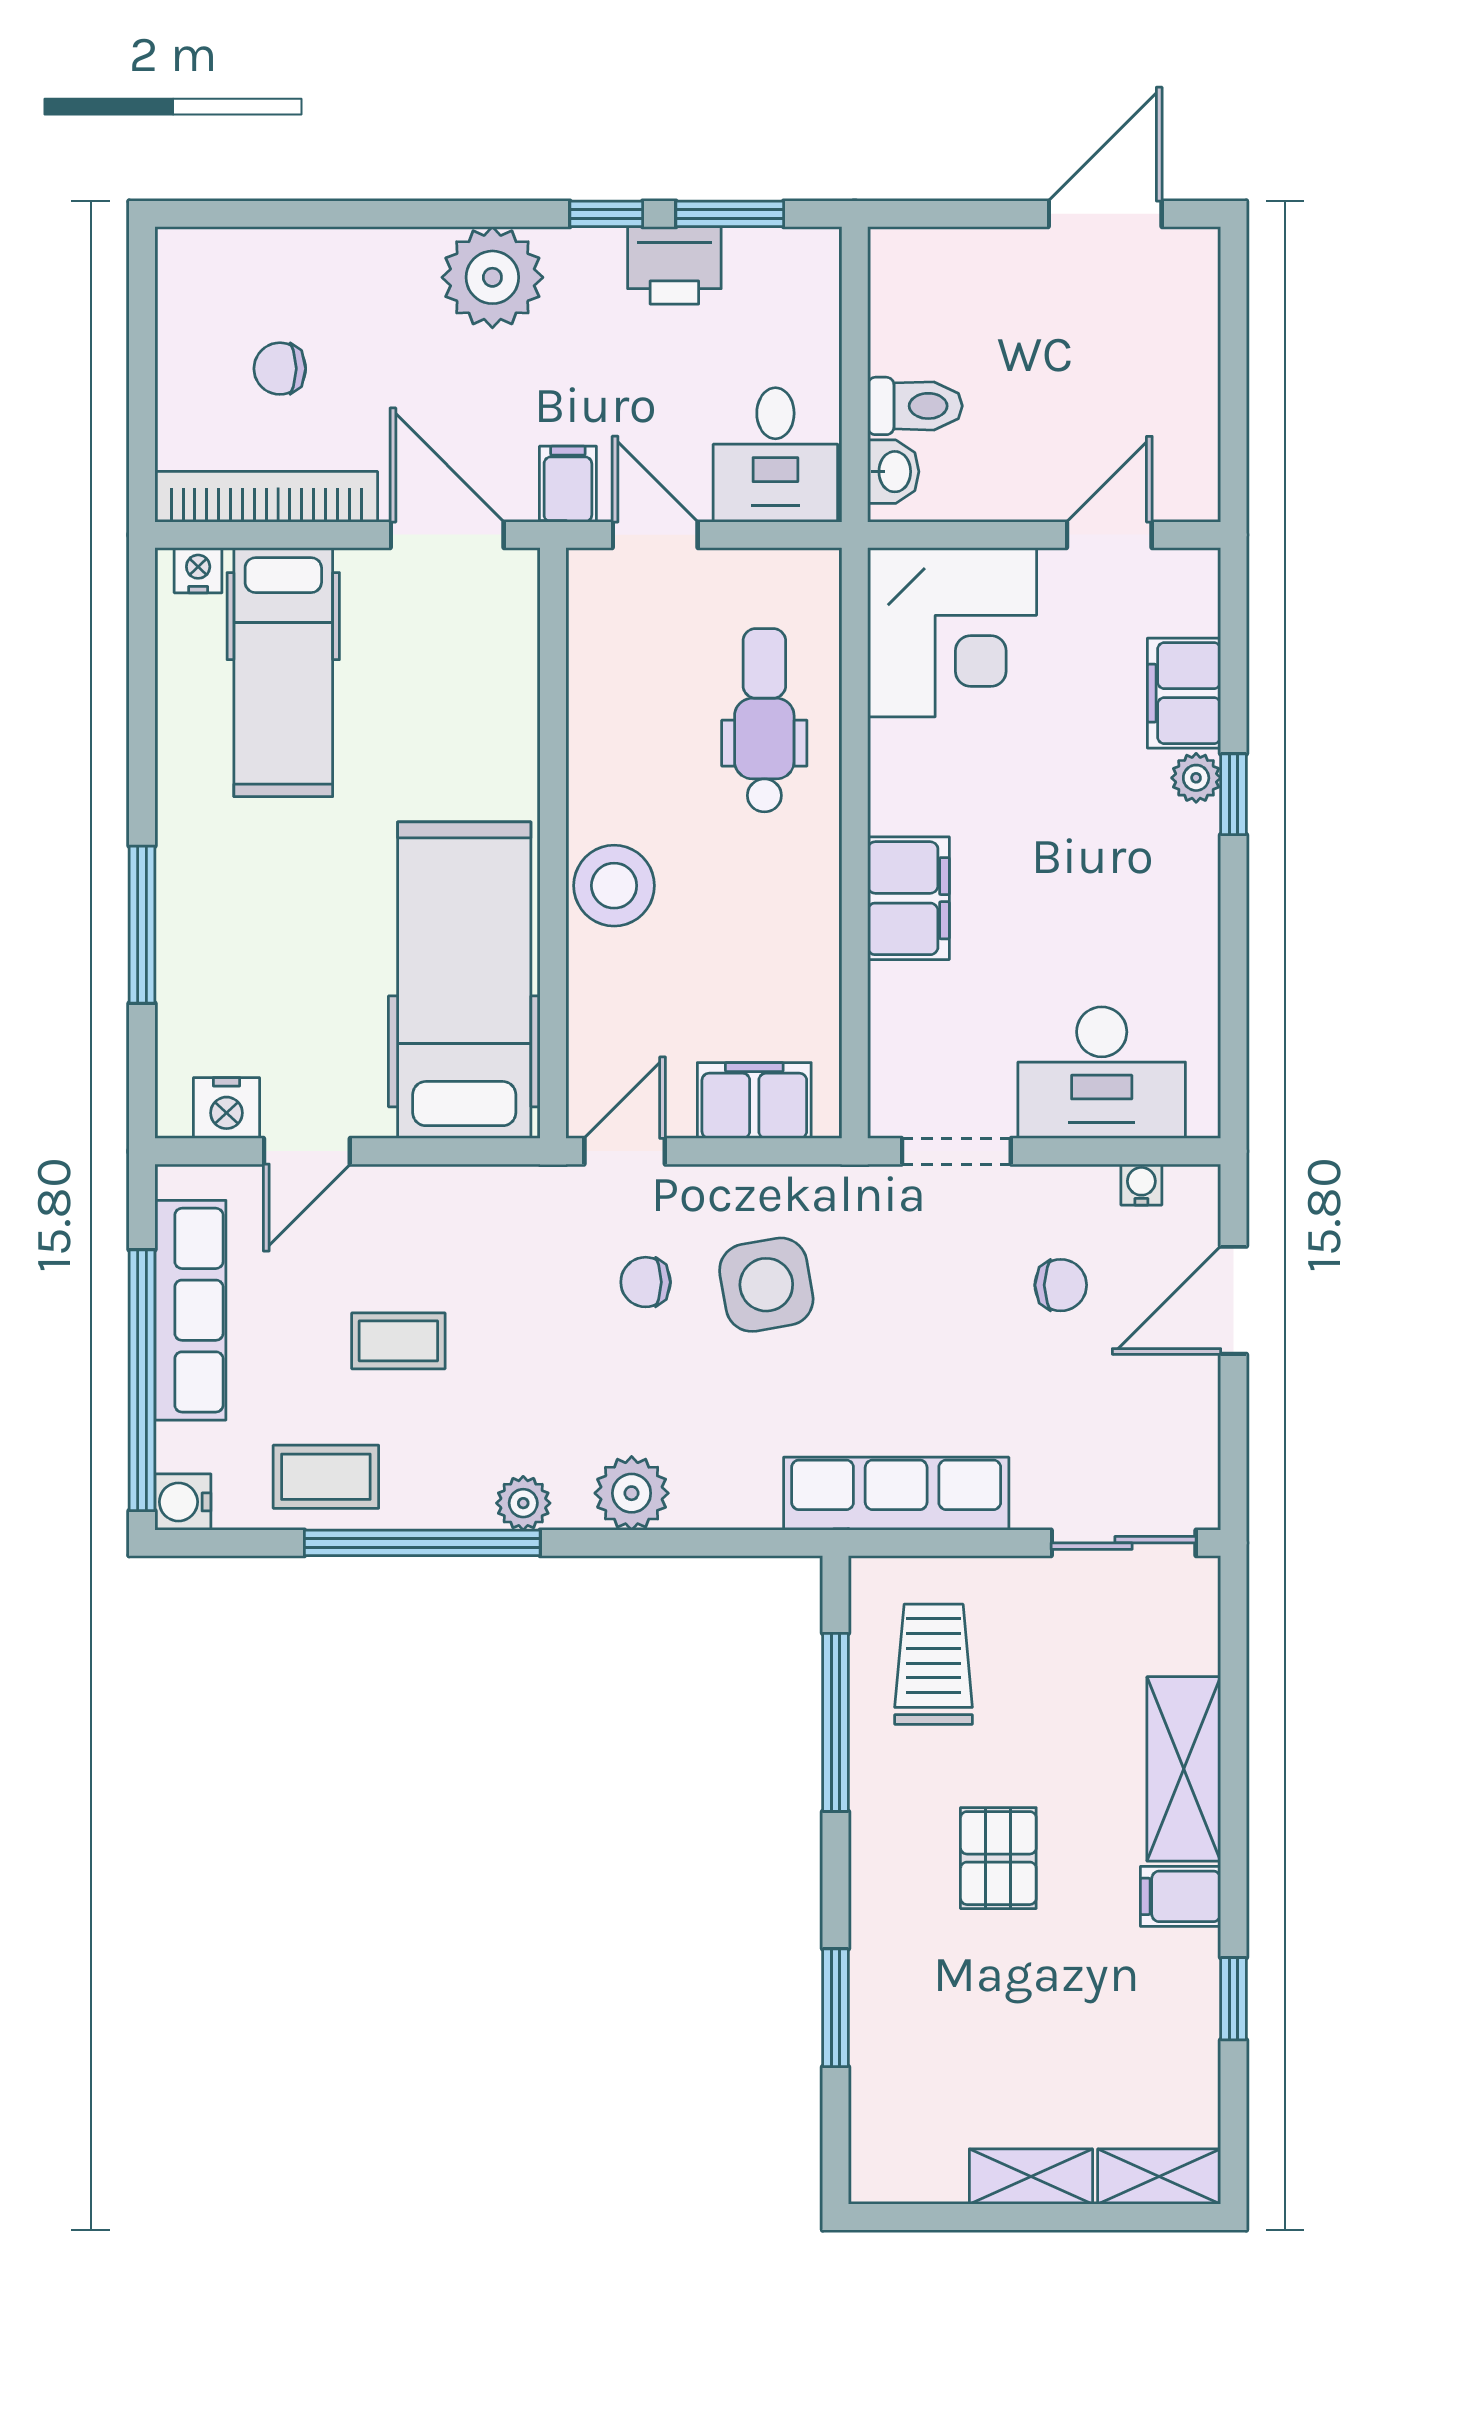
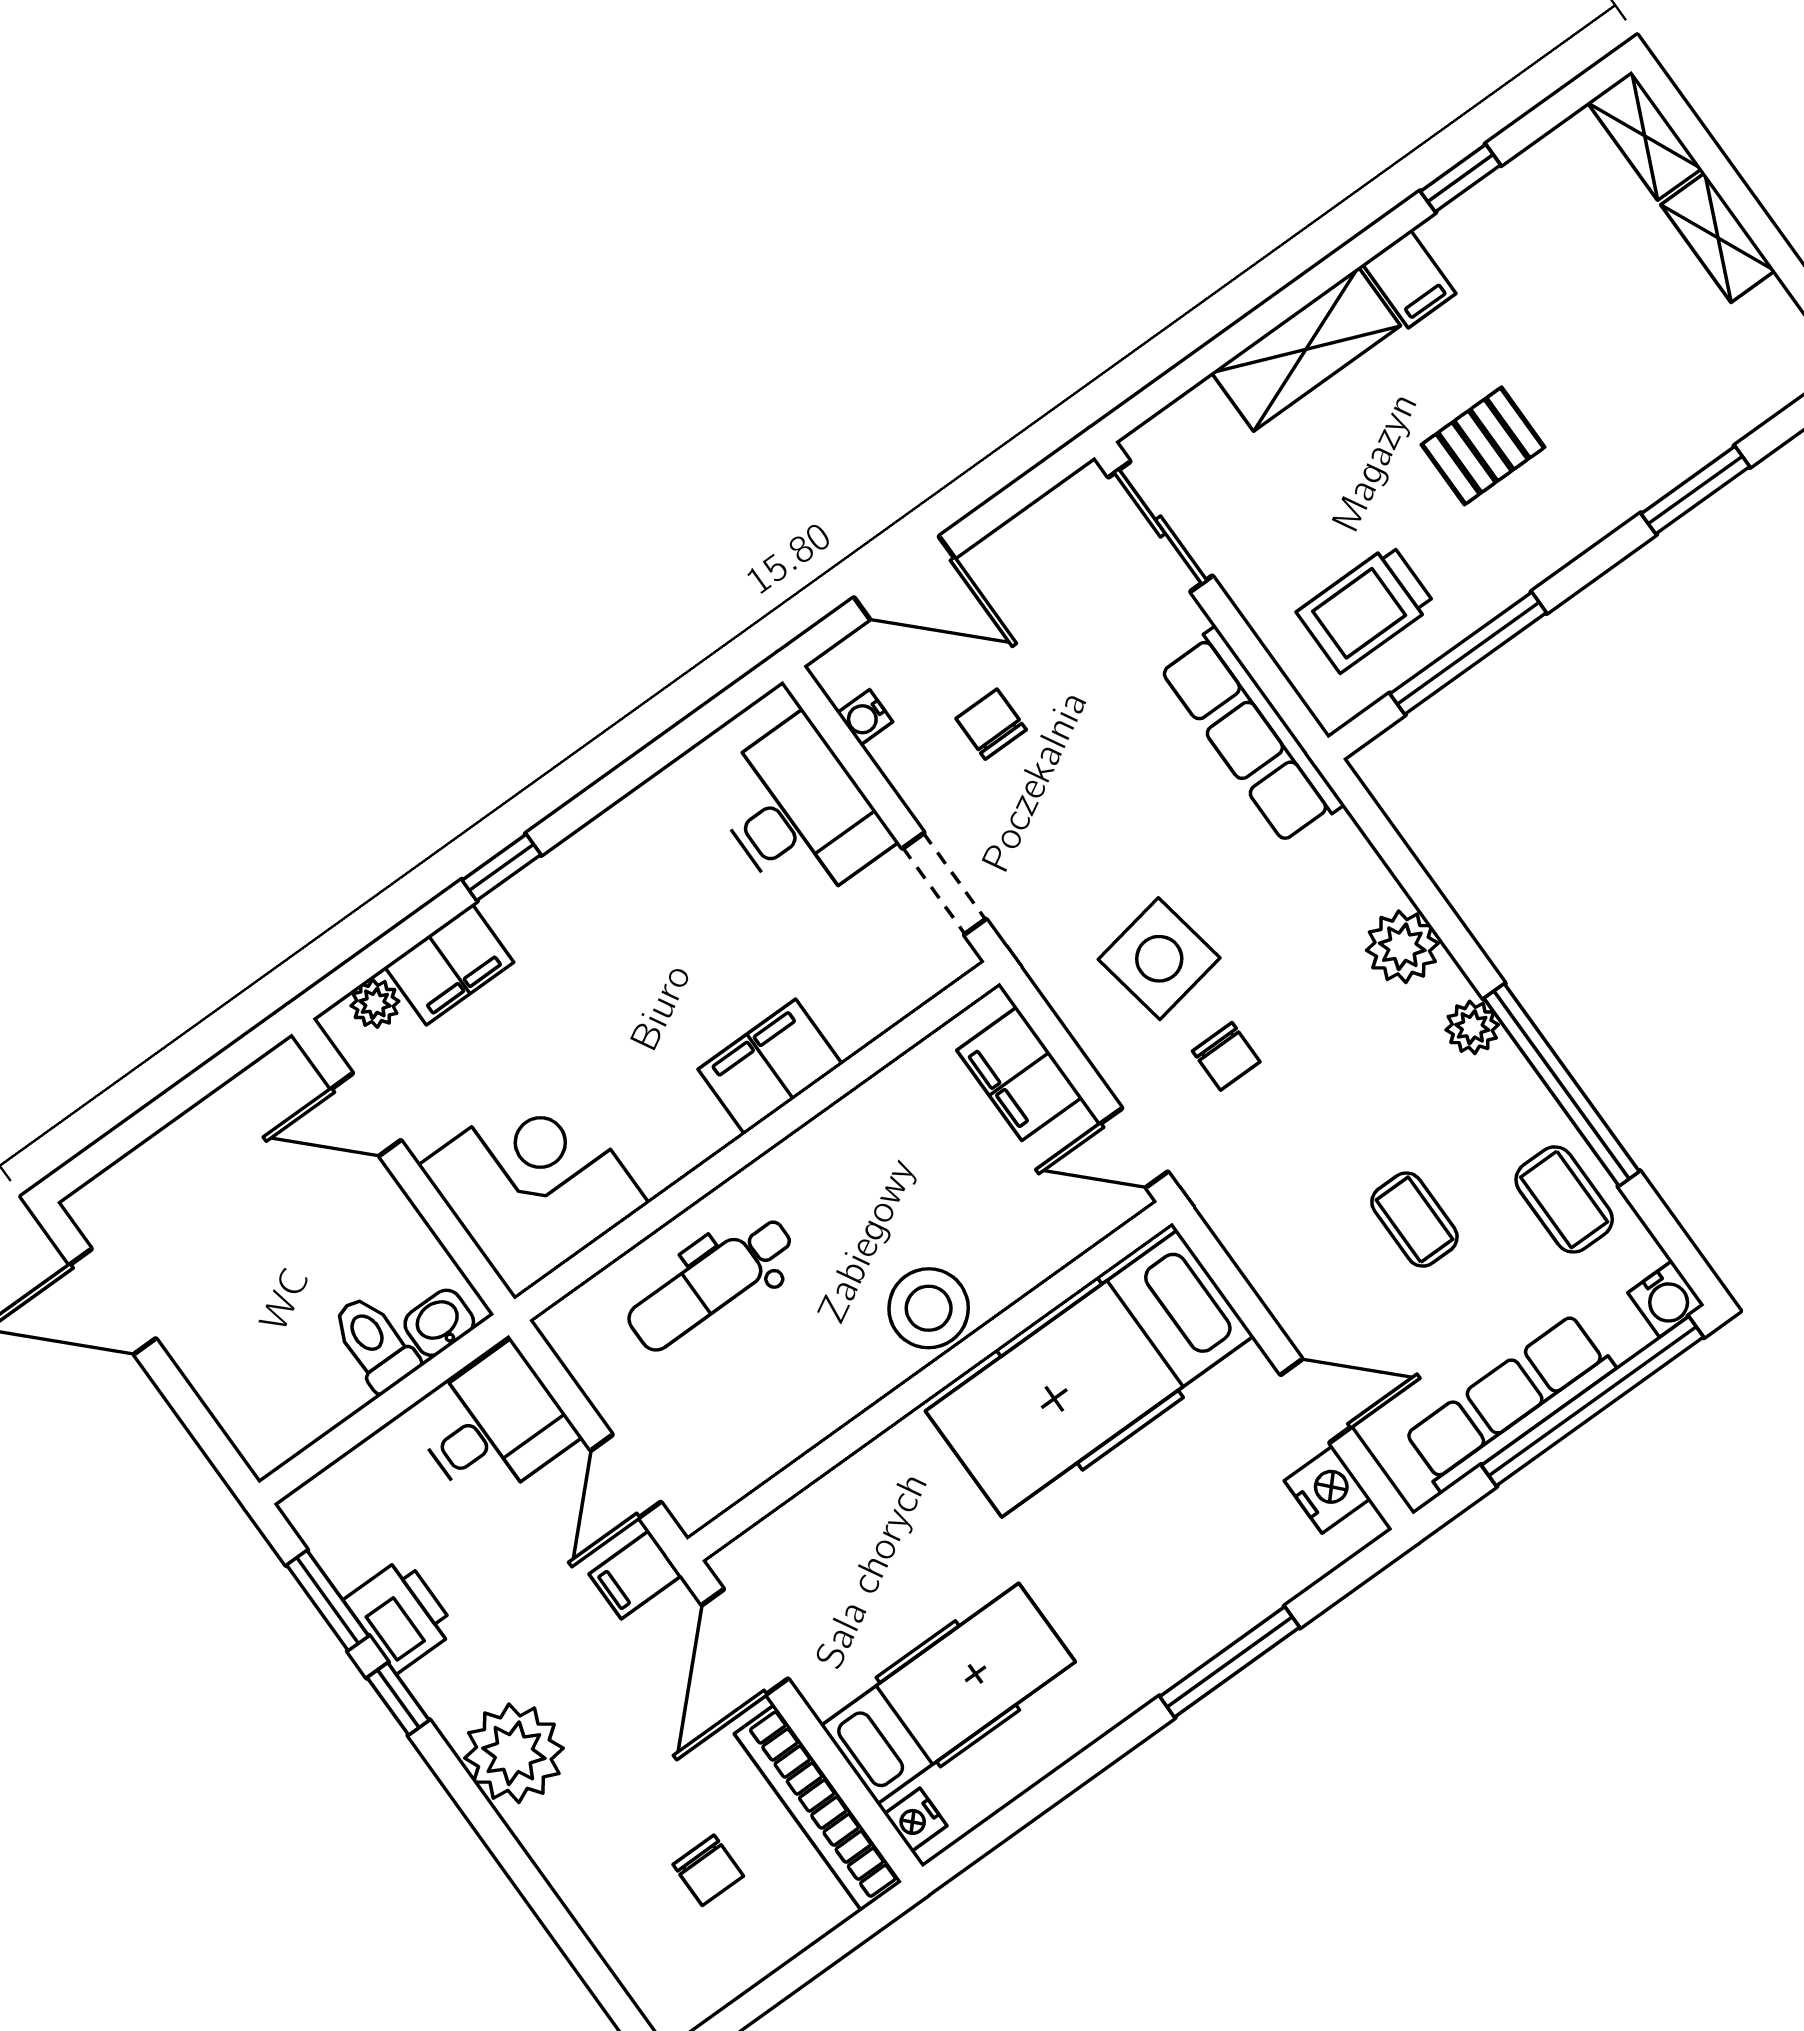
plant: (1196, 778) -> (375, 1003), moved

